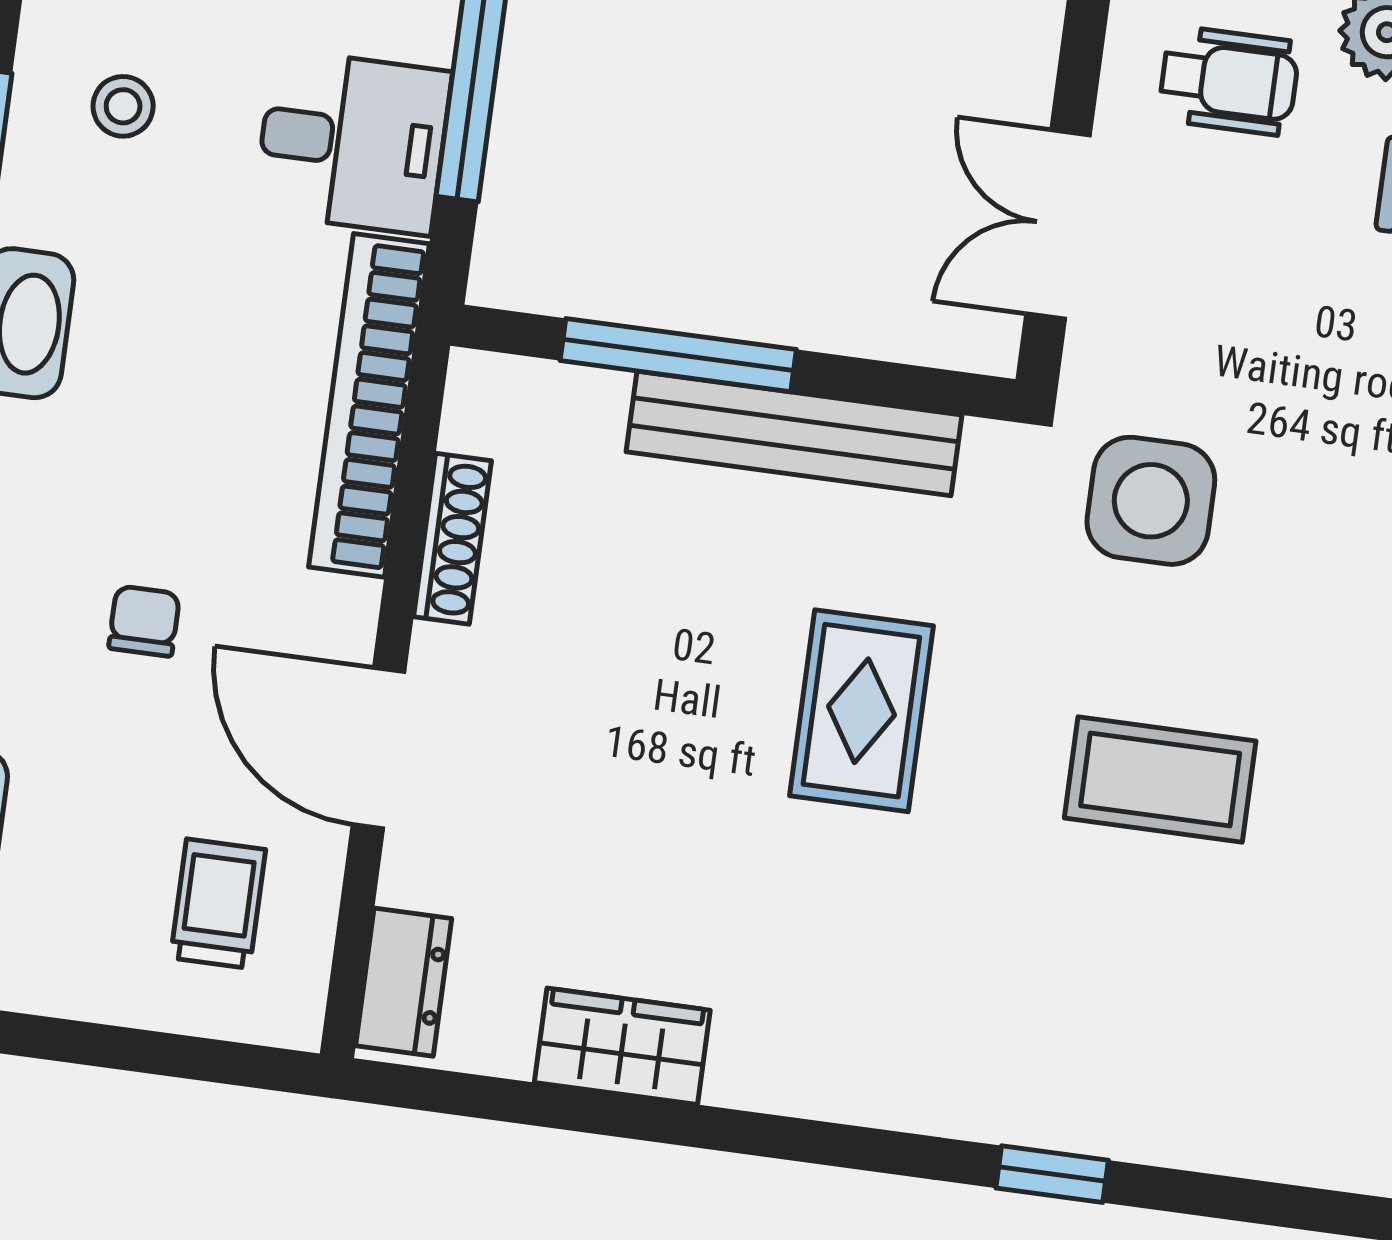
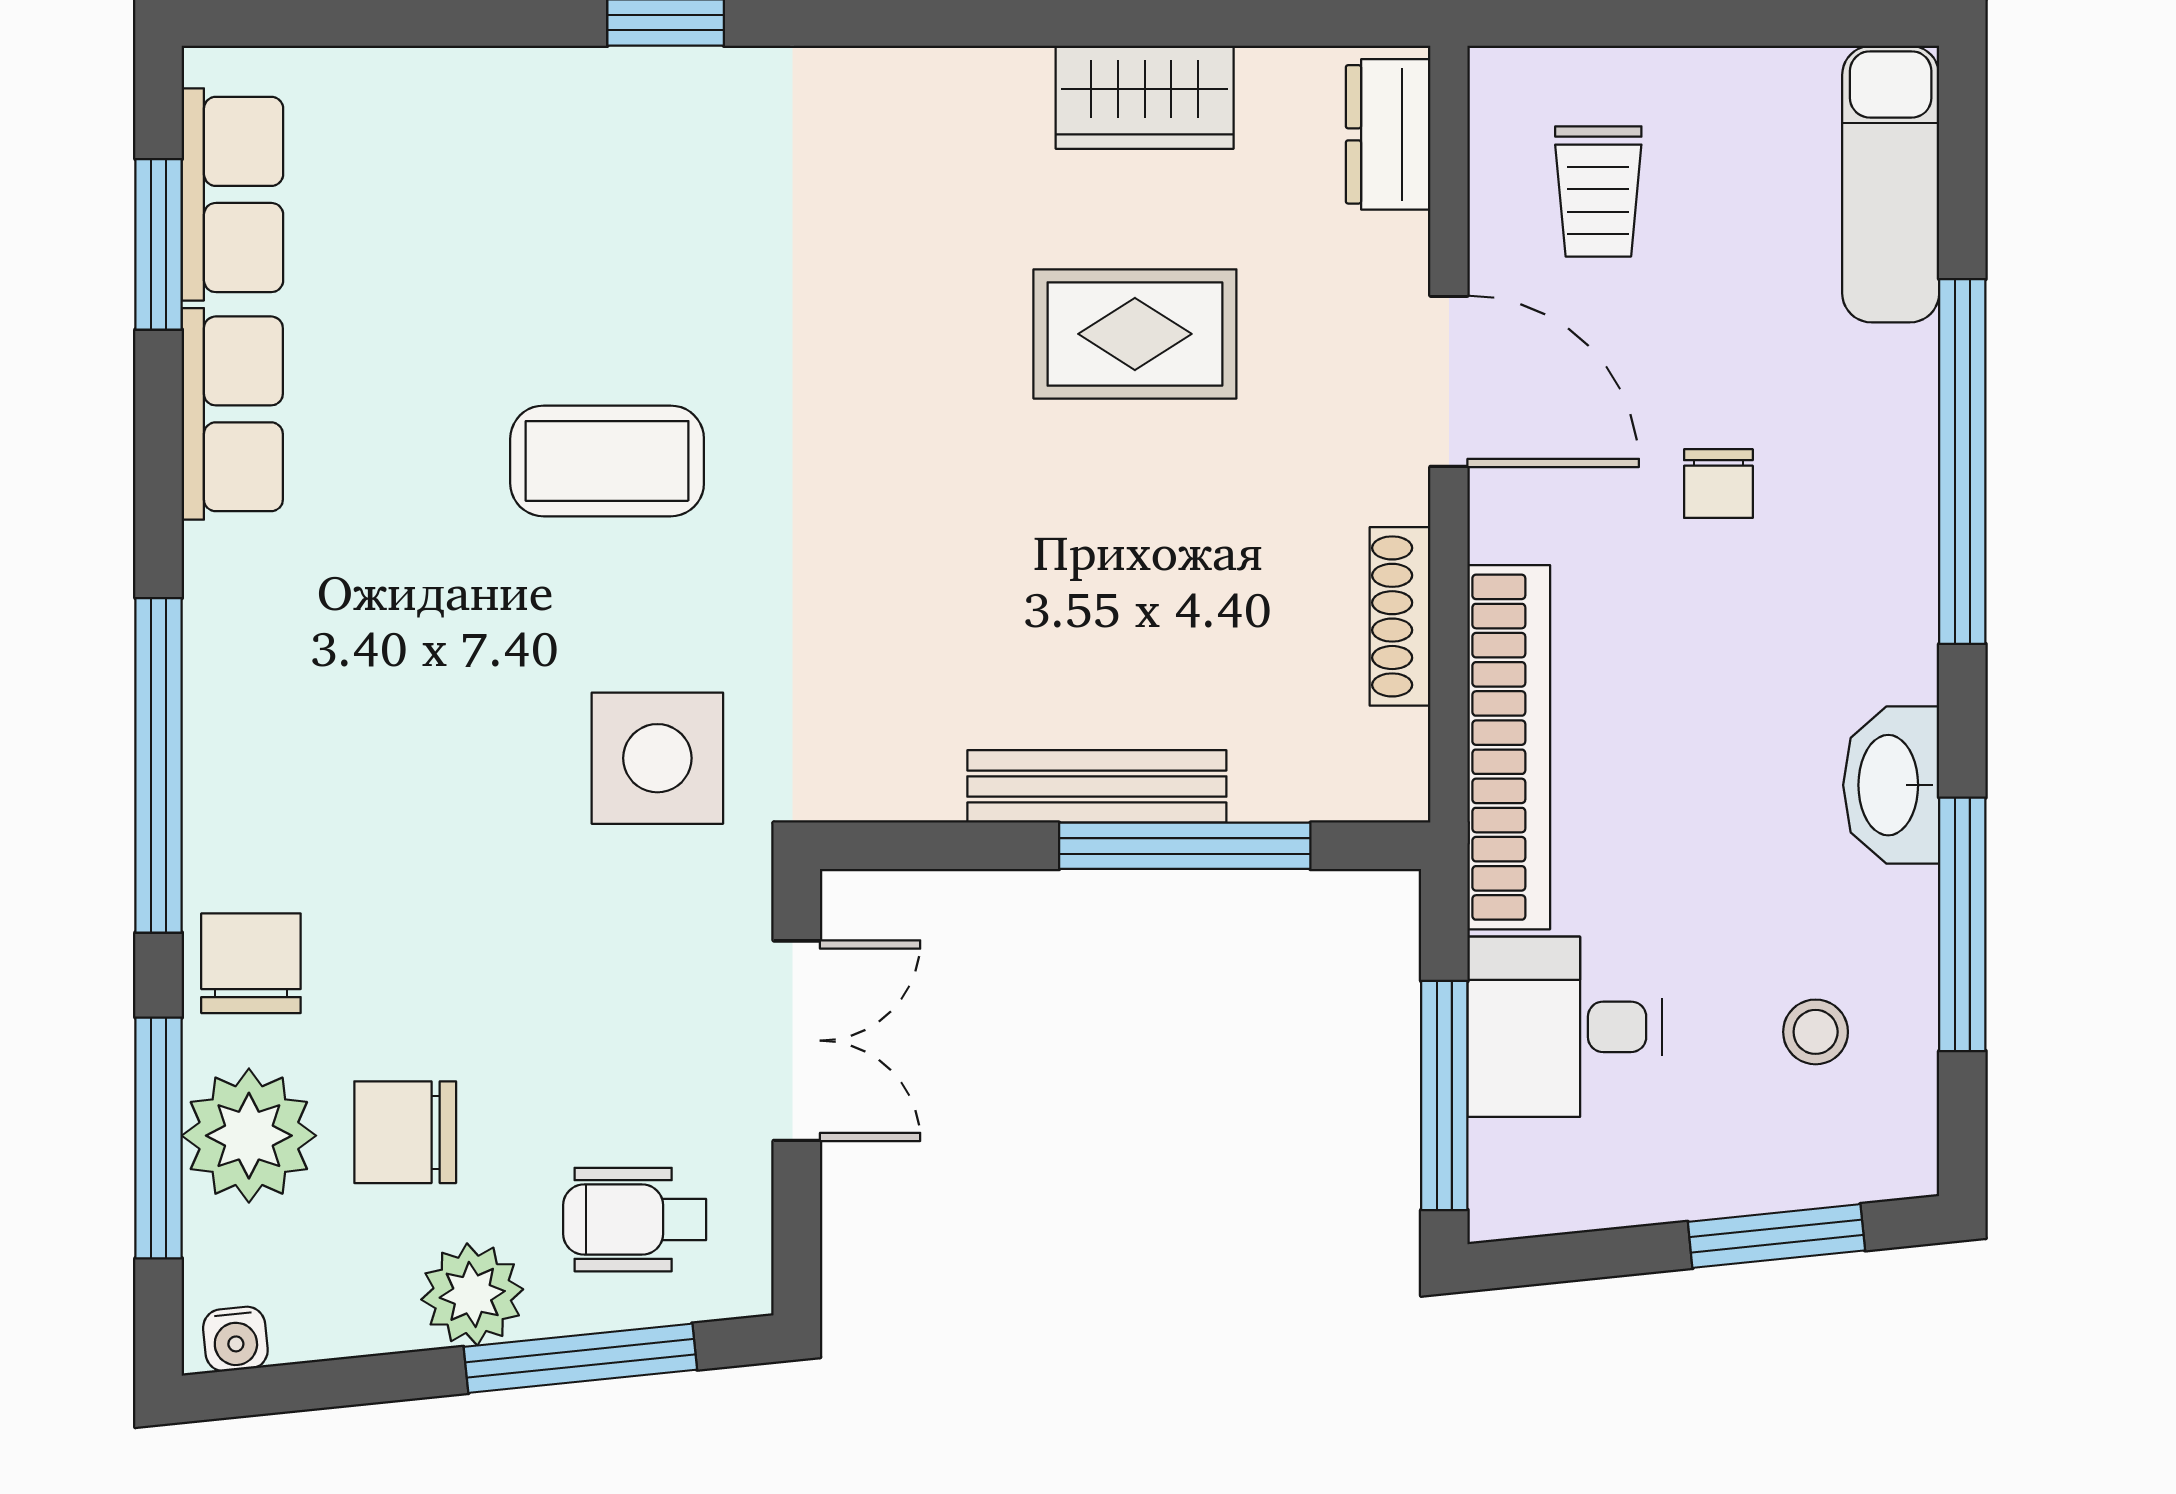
bench: (794, 433) -> (1097, 786), width x0.73, depth x0.82
rug: (861, 711) -> (1135, 334), moved, turned 90

